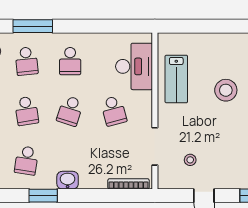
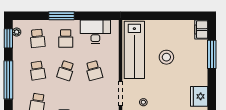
window: (33, 26) -> (62, 16), moved
desk: (134, 66) -> (95, 32), moved, turned -90
lab bench: (176, 79) -> (134, 50), width x1.86, depth x1.39

